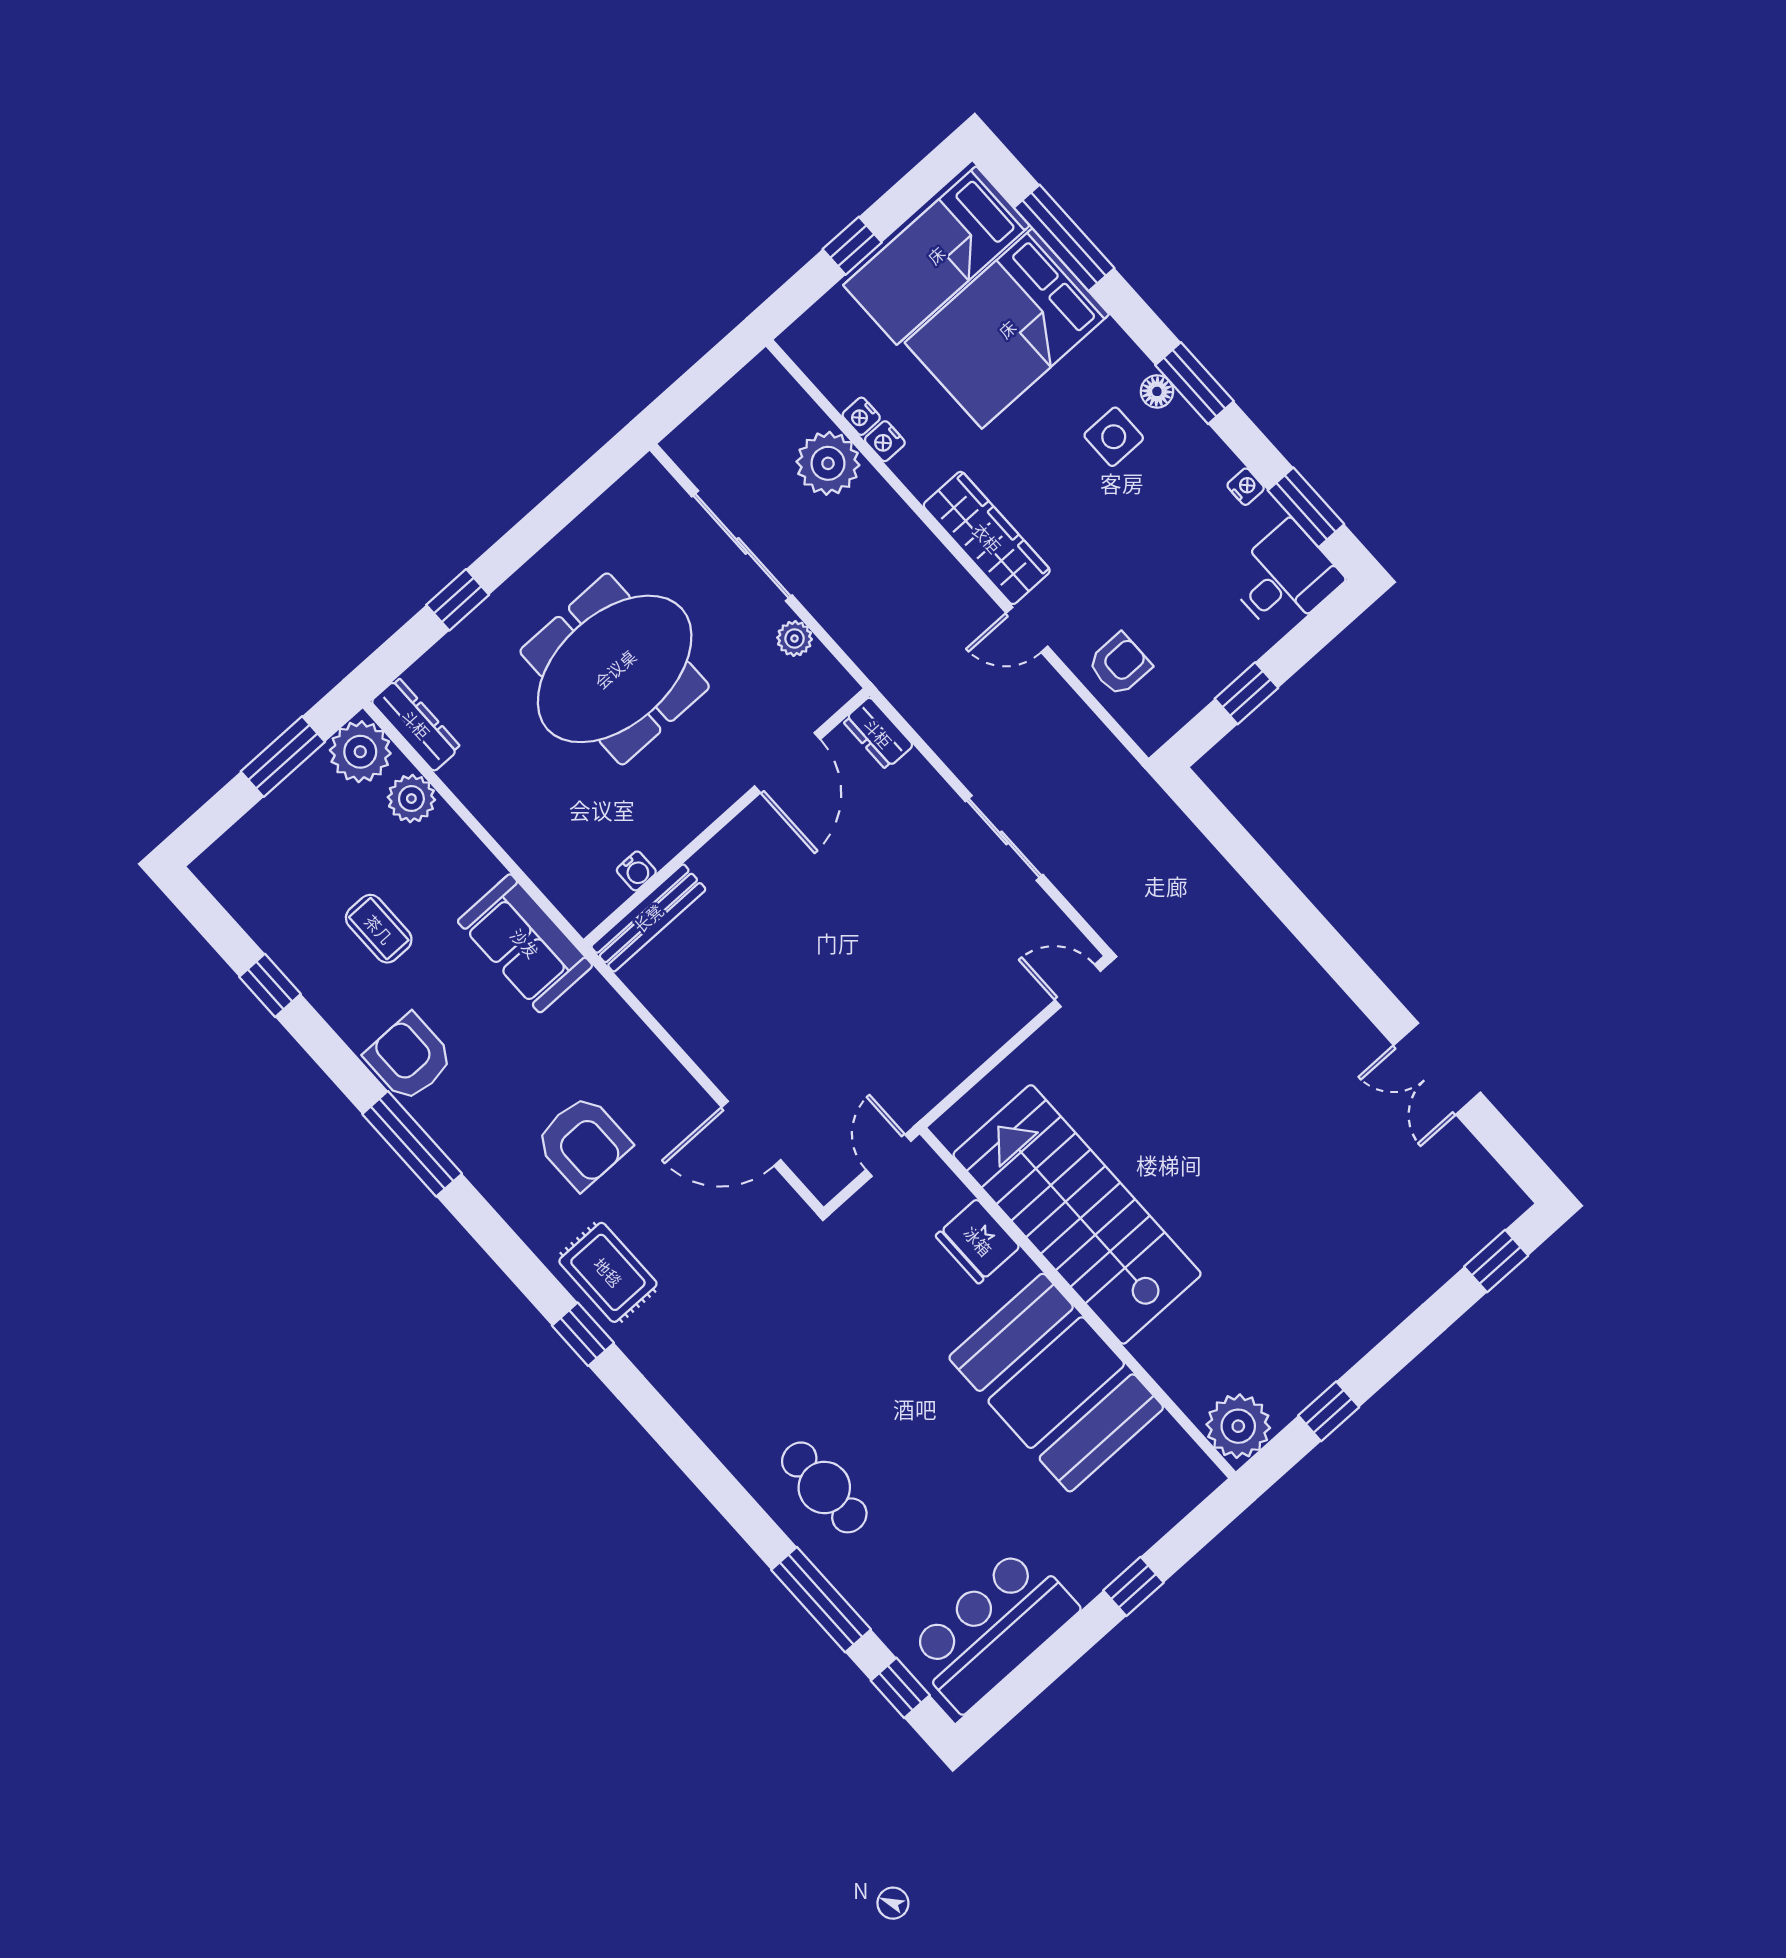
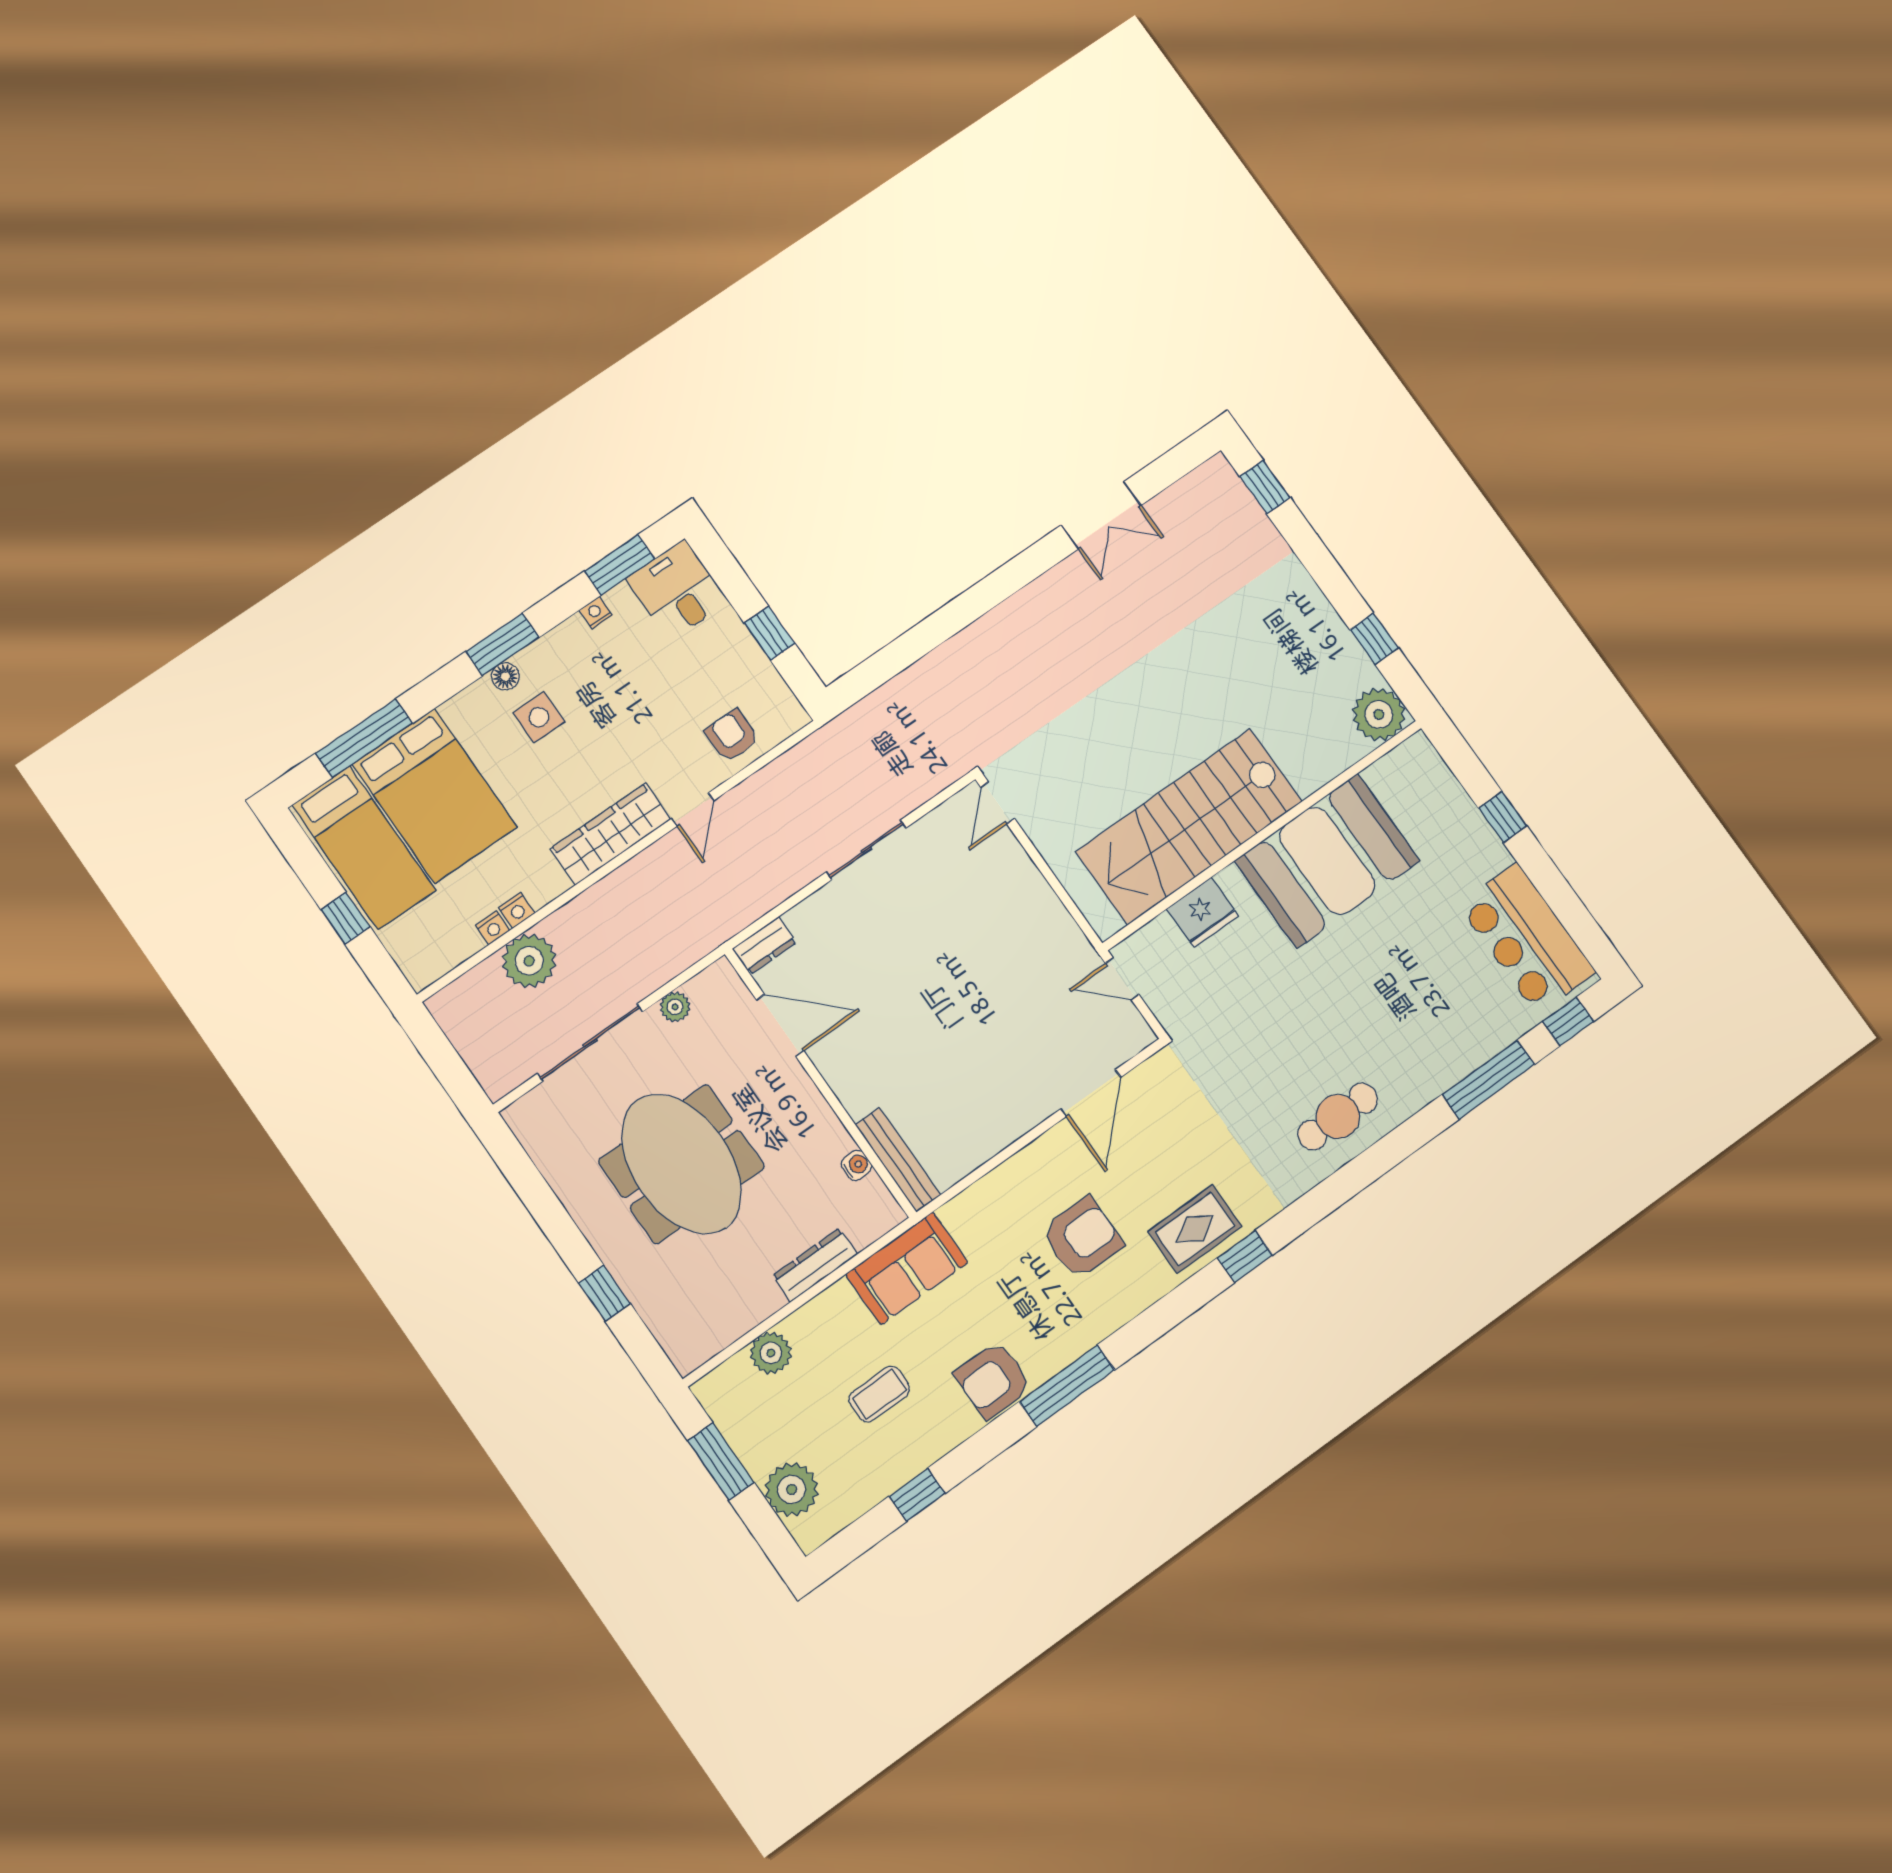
dresser: (416, 724) -> (815, 1265), moved
plant: (360, 752) -> (792, 1489), moved
cafe table: (824, 1487) -> (1338, 1117), moved

